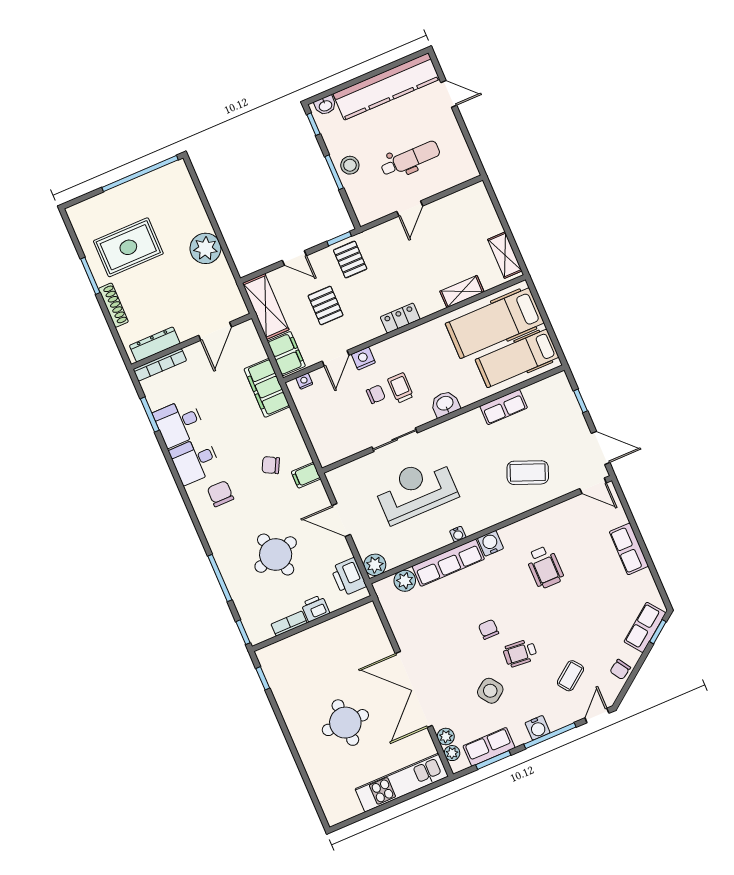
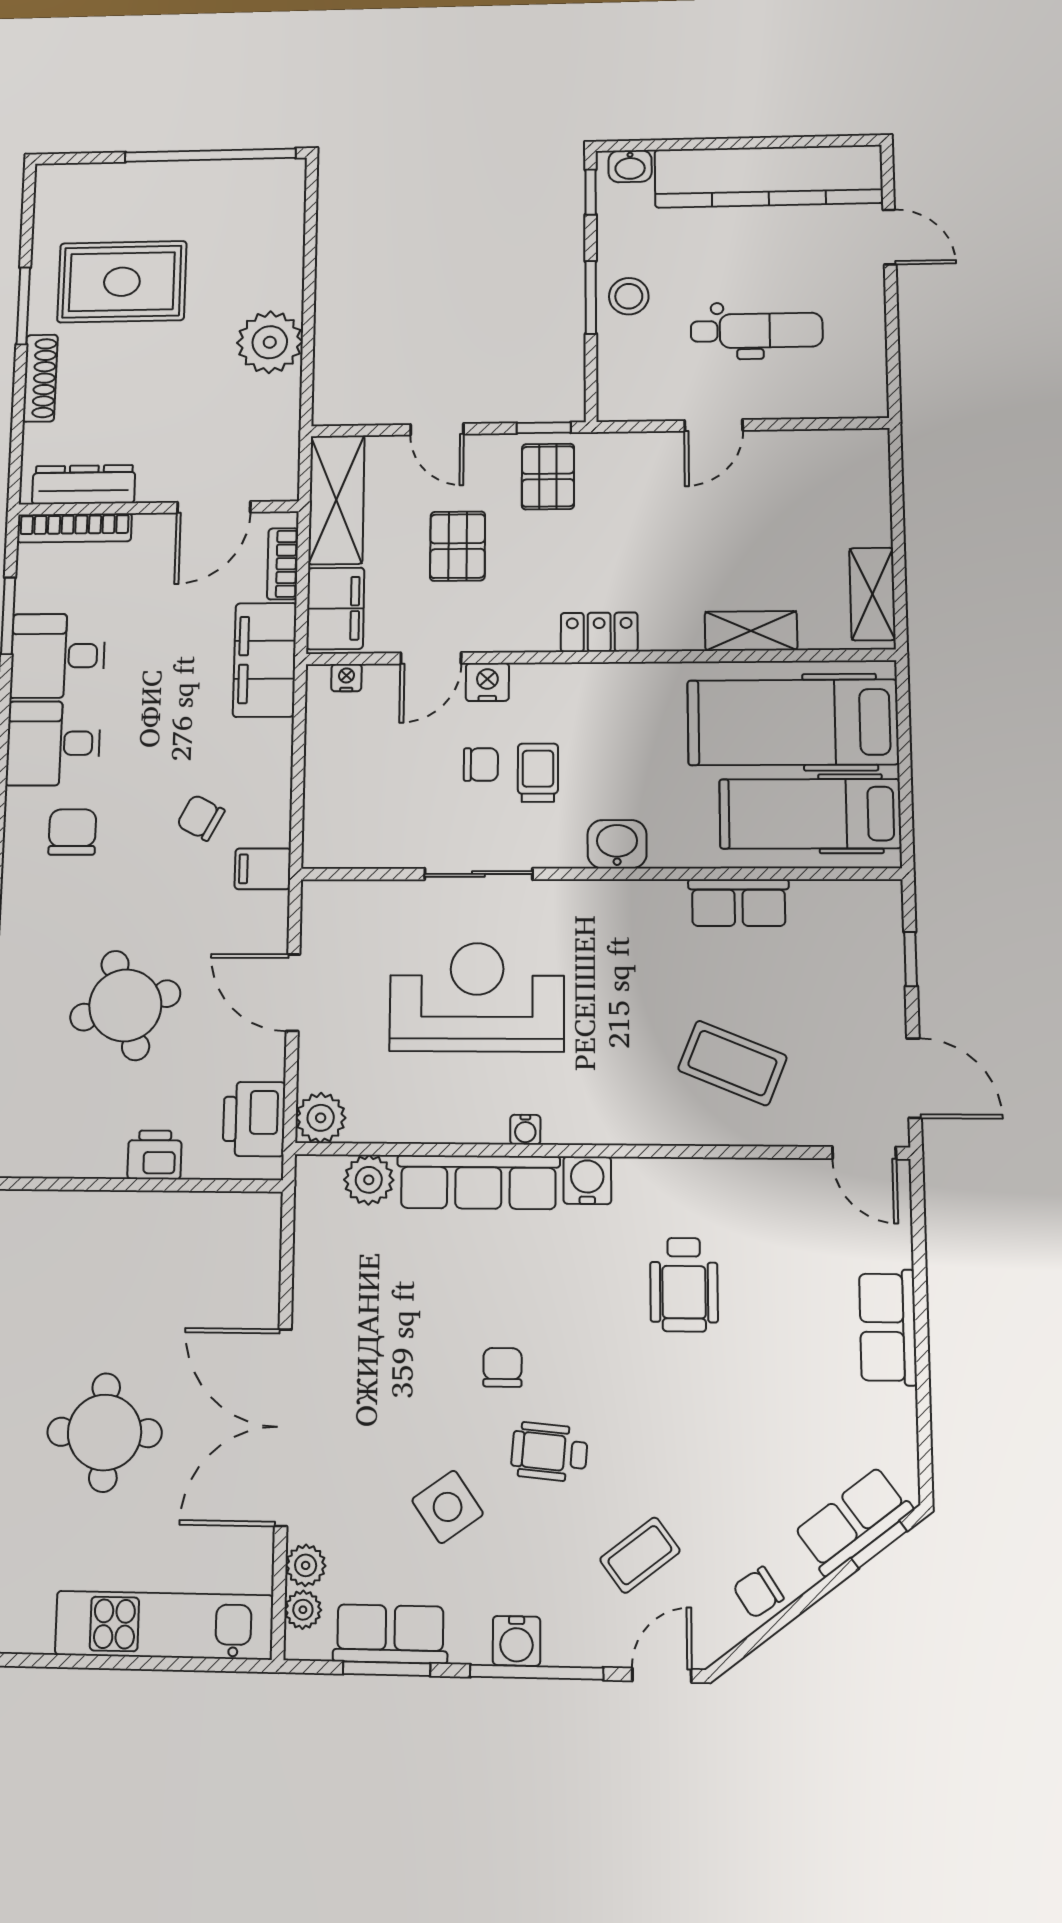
bookcase: (289, 624) -> (283, 564), moved, turned -90

